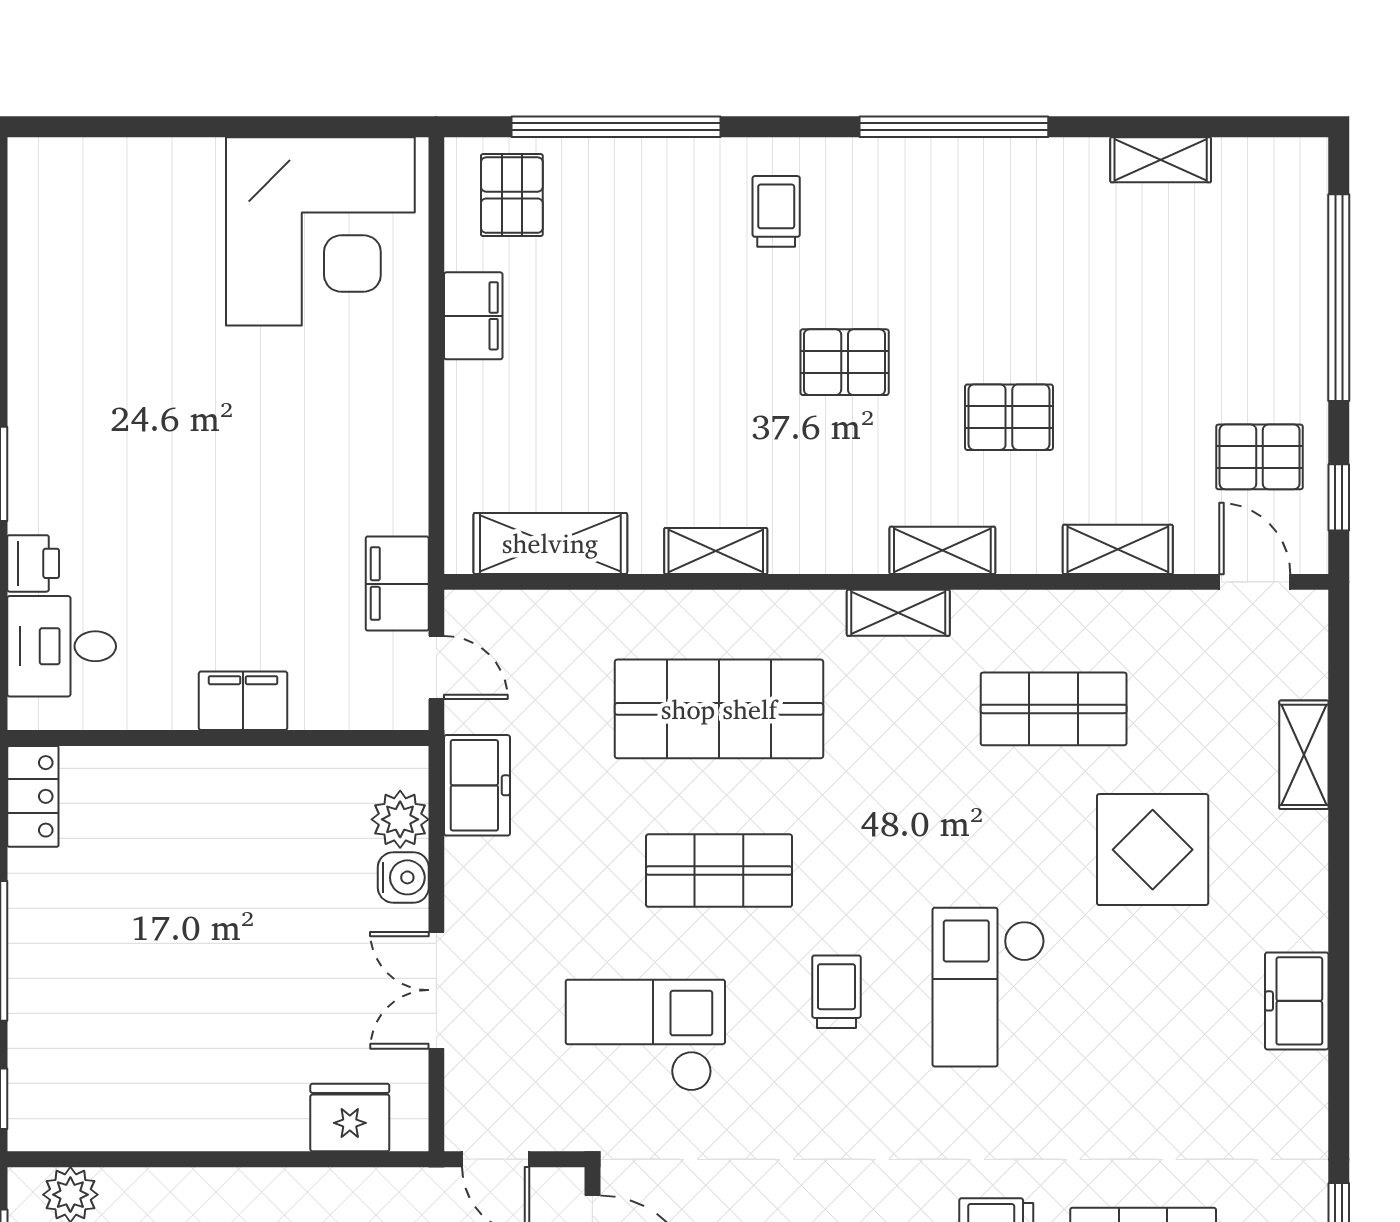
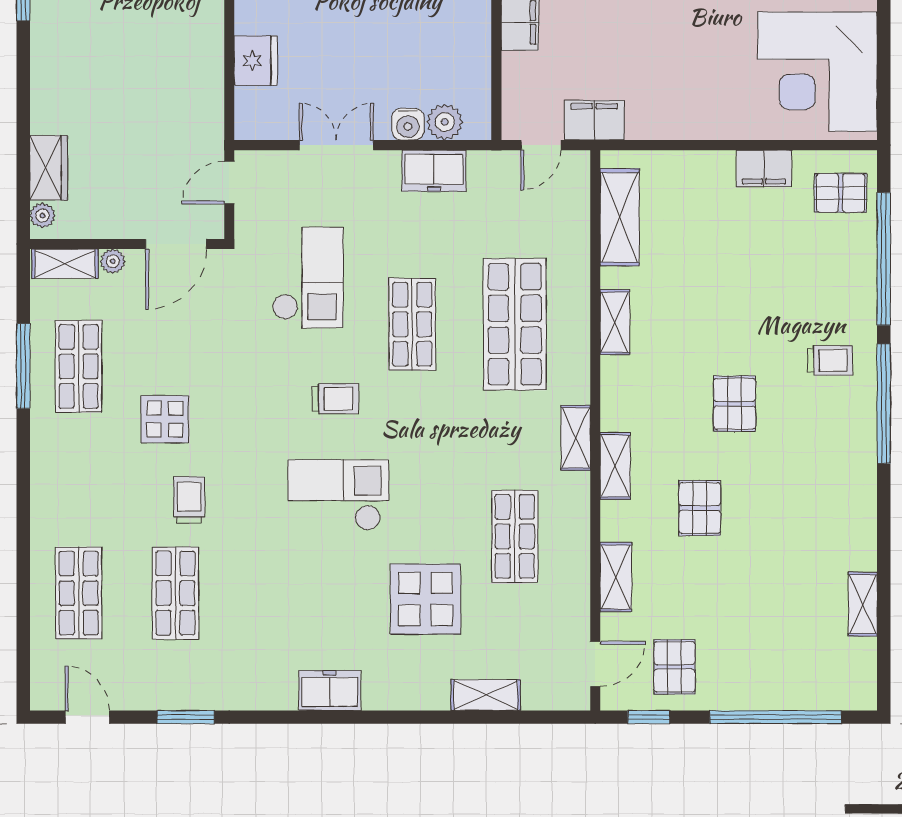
window: (954, 127) -> (884, 404), moved
freezer: (477, 785) -> (434, 171), moved
fridge: (350, 1117) -> (256, 61), moved

